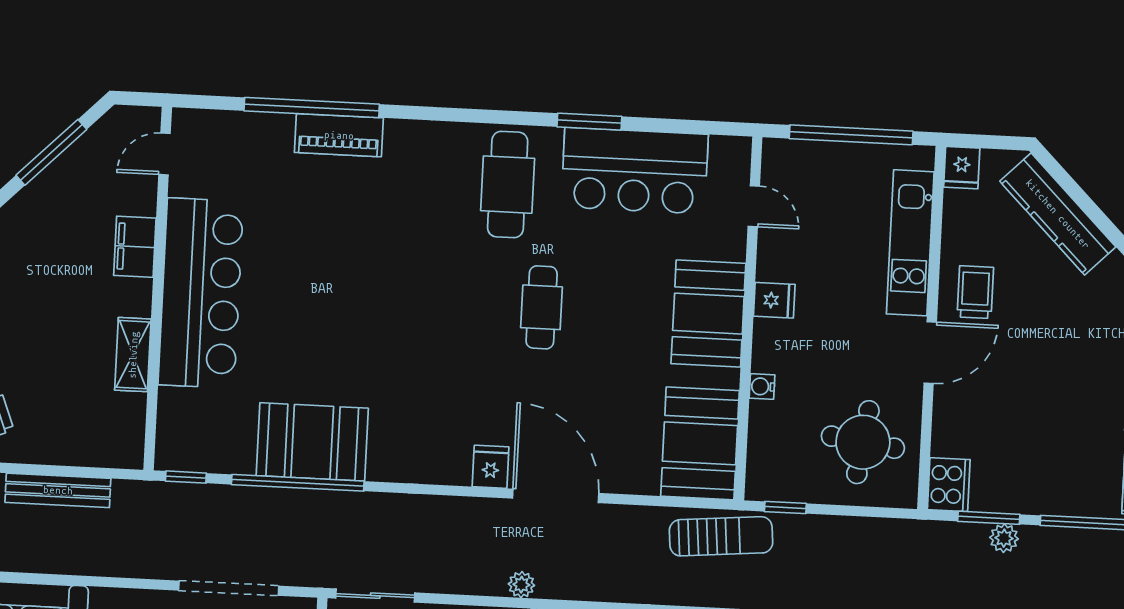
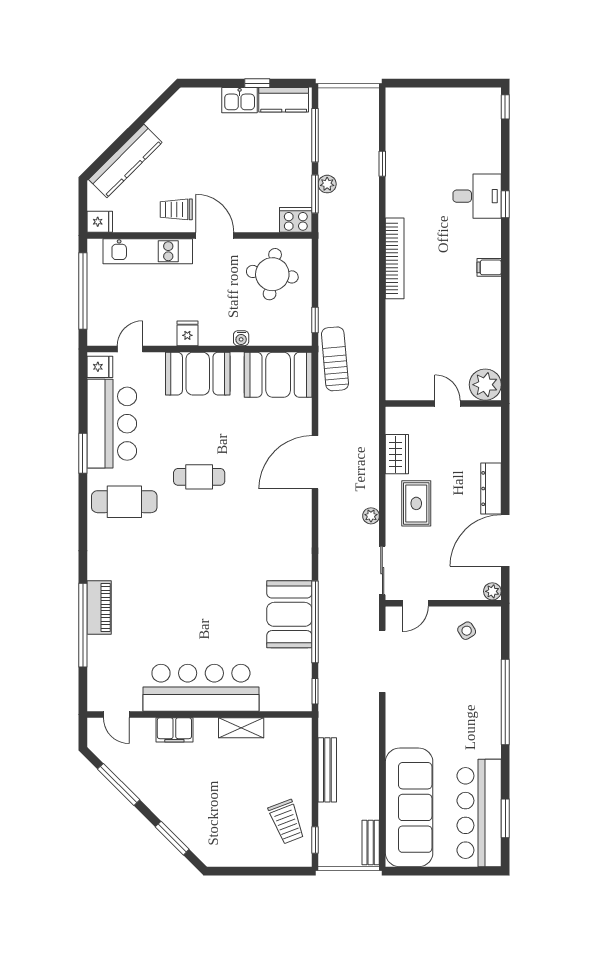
fridge: (491, 467) -> (100, 367), moved, turned 180
plant: (521, 585) -> (371, 516), moved

